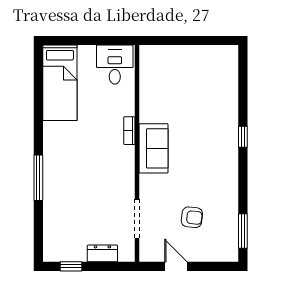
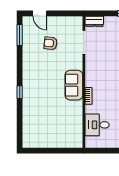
desk: (115, 65) -> (97, 125), moved, turned 90
dresser: (102, 253) -> (94, 21), moved
door: (176, 266) -> (40, 13), moved

